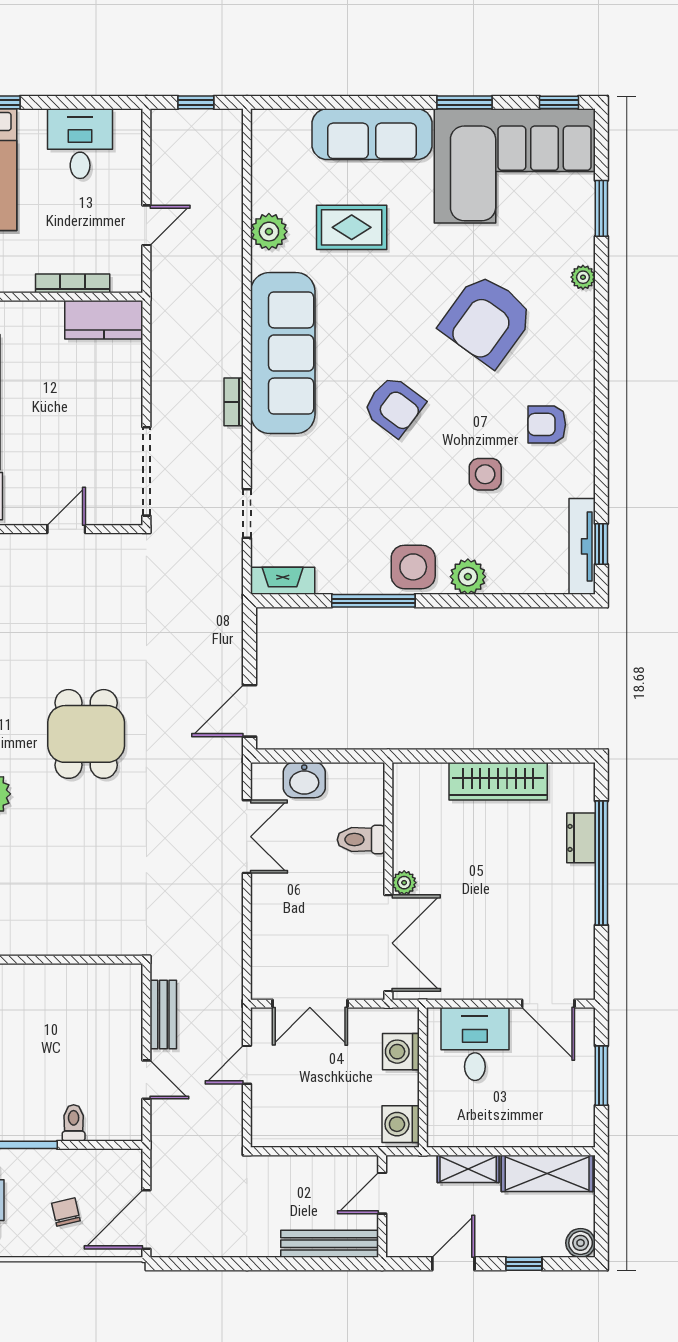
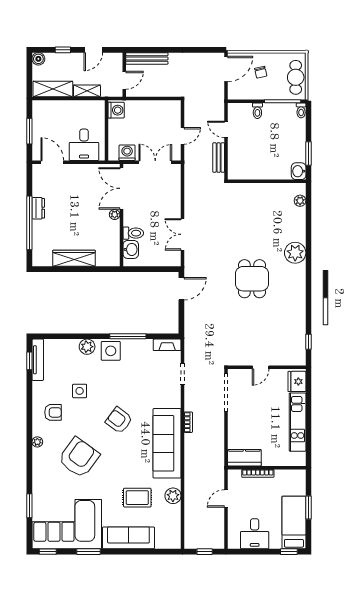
plant: (583, 277) -> (37, 442), moved
washbasin: (304, 780) -> (131, 249), moved, turned 90
dresser: (581, 838) -> (38, 208), moved
washing machine: (401, 1052) -> (127, 153), moved, turned -90

